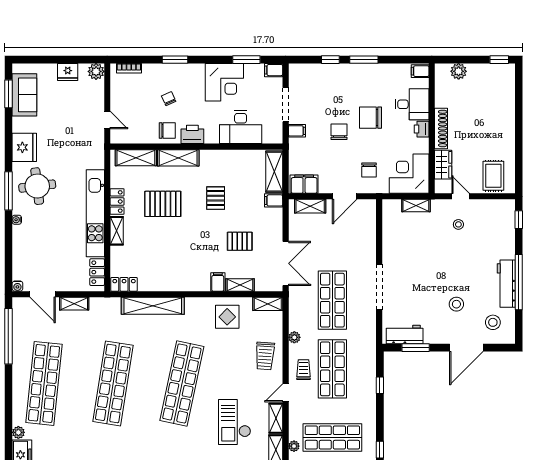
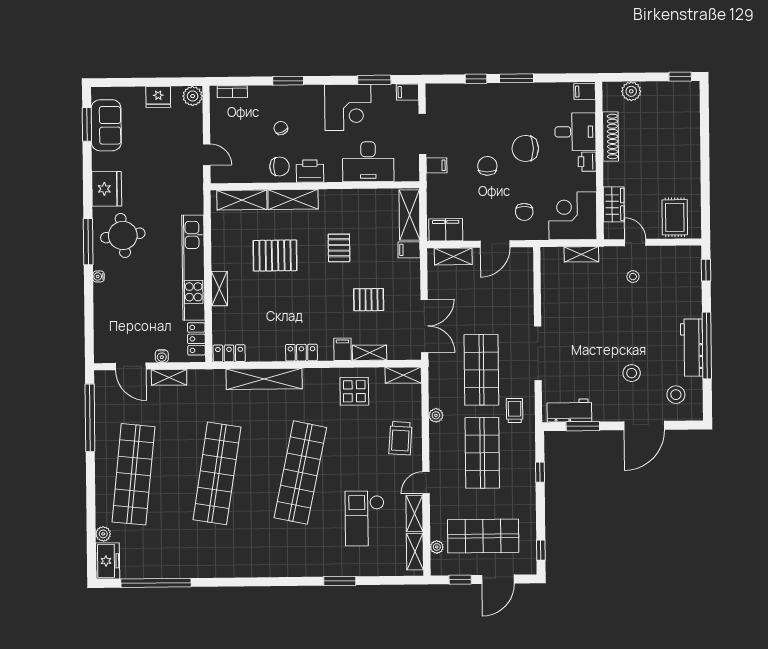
shoe rack: (441, 128) -> (610, 136), moved
locker: (117, 202) -> (301, 353), moved, turned -90
water cooler: (17, 286) -> (162, 356), moved
trolley: (304, 370) -> (515, 410), moved

